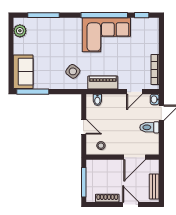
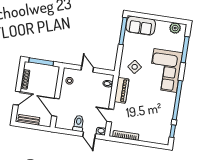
corner sofa: (106, 35) -> (165, 70), moved
door: (84, 127) -> (87, 69), swing flipped

